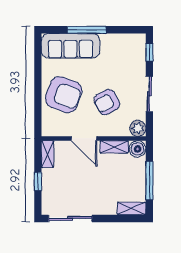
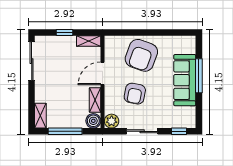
sofa: (71, 46) -> (185, 80), moved
armchair: (107, 102) -> (135, 94), turned -141

